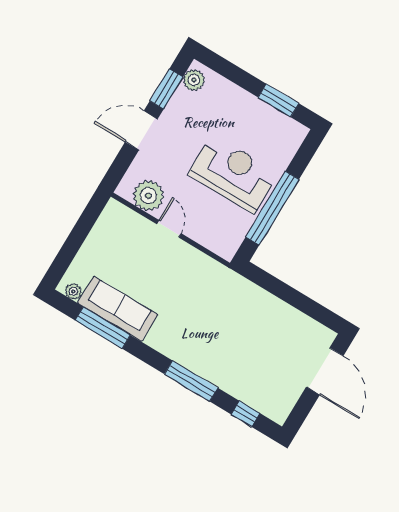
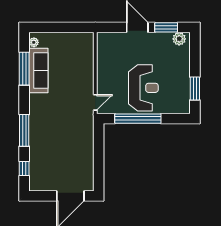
plant: (148, 196) -> (106, 51), removed
door: (169, 229) -> (95, 102), moved

